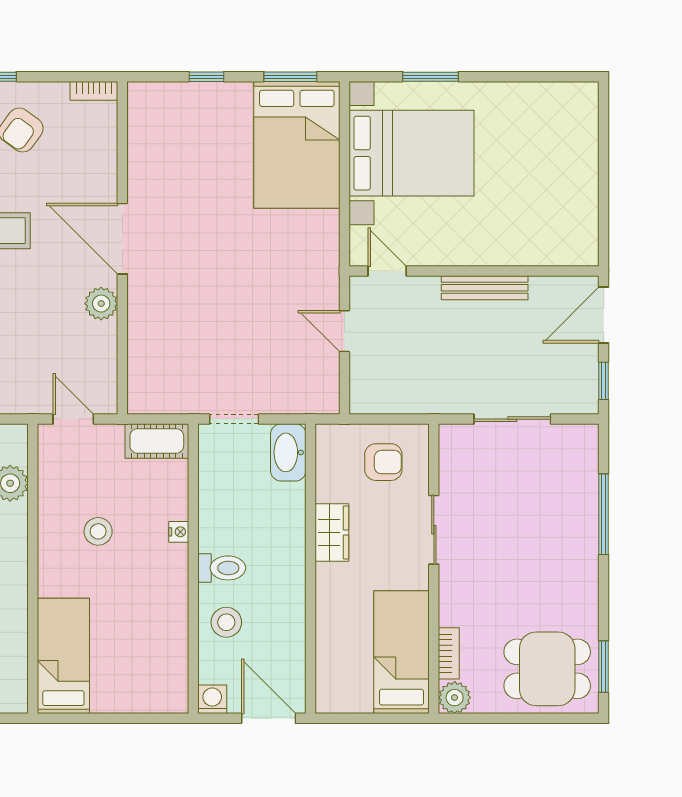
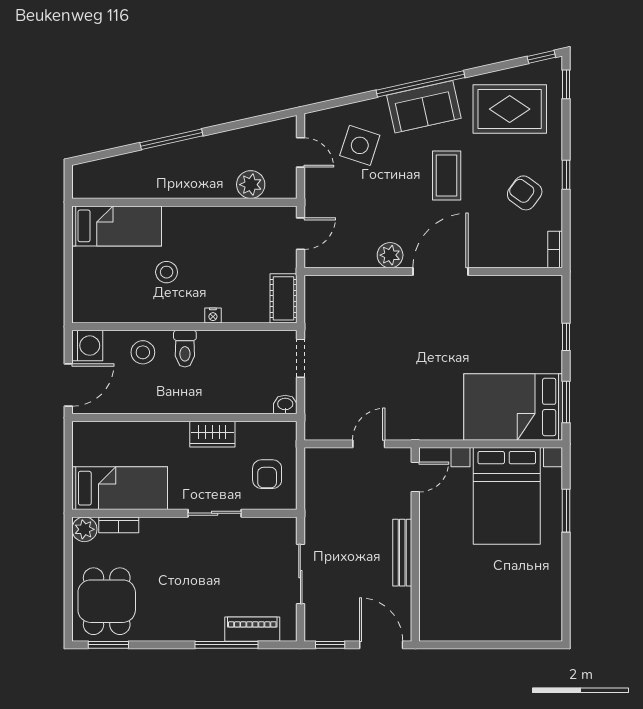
washbasin: (288, 452) -> (285, 405), width x0.52, depth x0.69
piano: (583, 481) -> (252, 629), added
stool: (98, 531) -> (167, 272), moved
washing machine: (212, 699) -> (87, 346), width x1.38, depth x1.38

